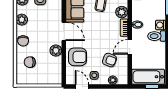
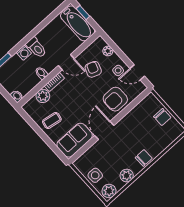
plant: (56, 50) -> (127, 122), removed
armchair: (77, 57) -> (115, 99), turned -90
chair: (30, 62) -> (162, 117), moved
door: (82, 87) -> (137, 72), hinge flipped

